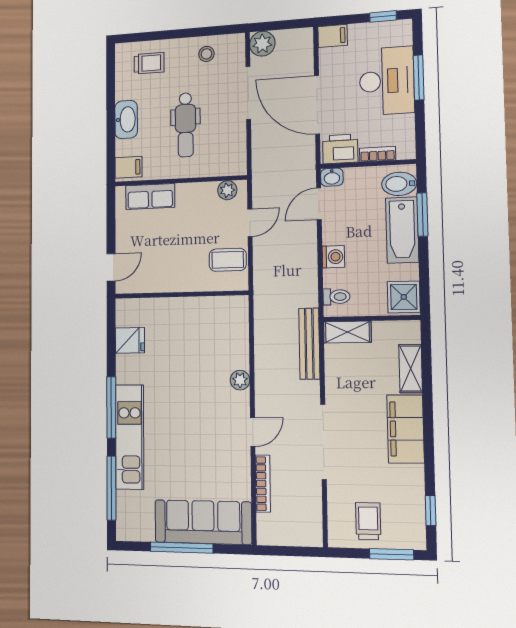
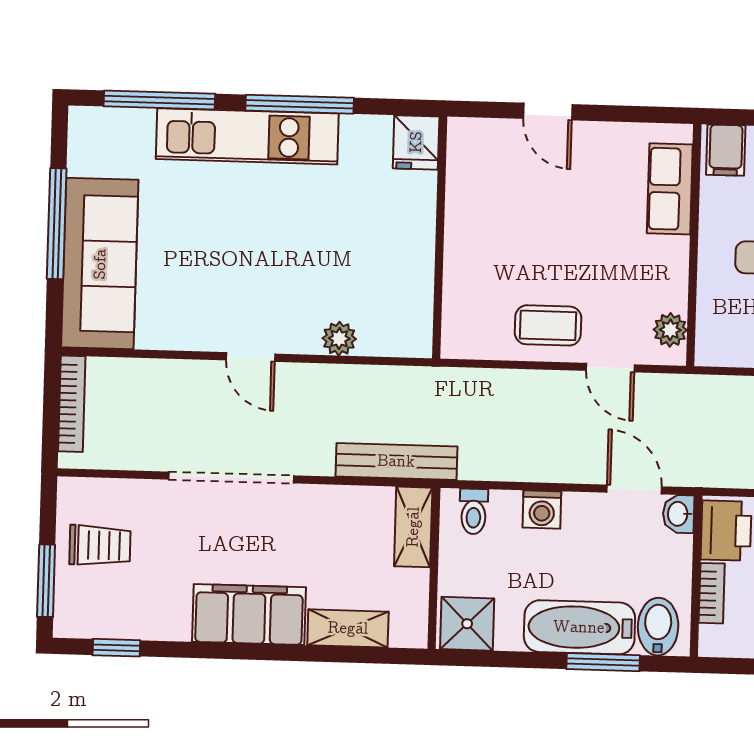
coffee table: (228, 260) -> (548, 325), turned 90
wall: (181, 295) -> (440, 237), moved
bookcase: (263, 484) -> (72, 404), moved, turned -90

